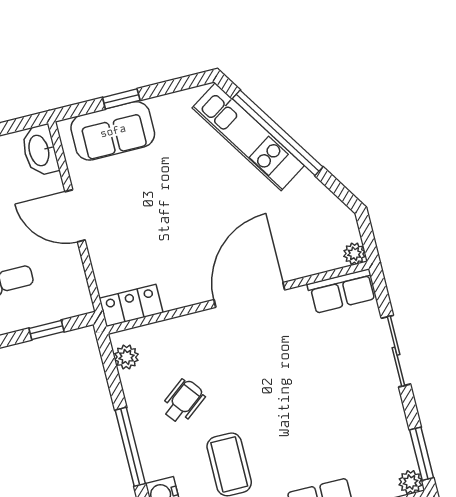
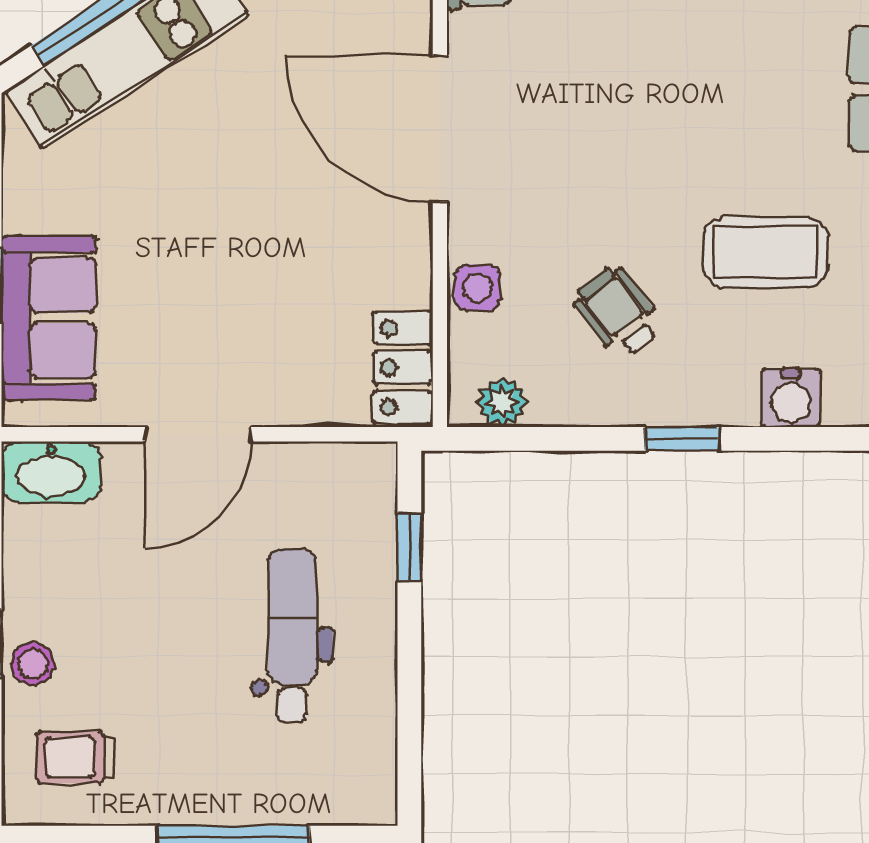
side table: (178, 332) -> (478, 288), added
window: (130, 447) -> (682, 439), width x0.46

